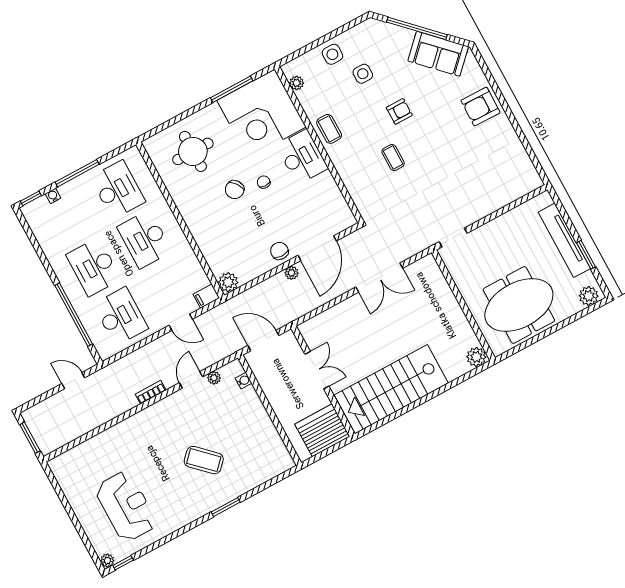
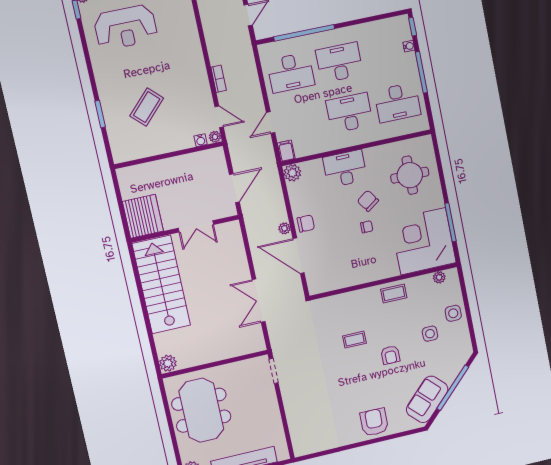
desk: (302, 157) -> (345, 169), moved, turned 180
water cooler: (244, 381) -> (201, 140), moved
wall: (270, 410) -> (169, 155), moved

